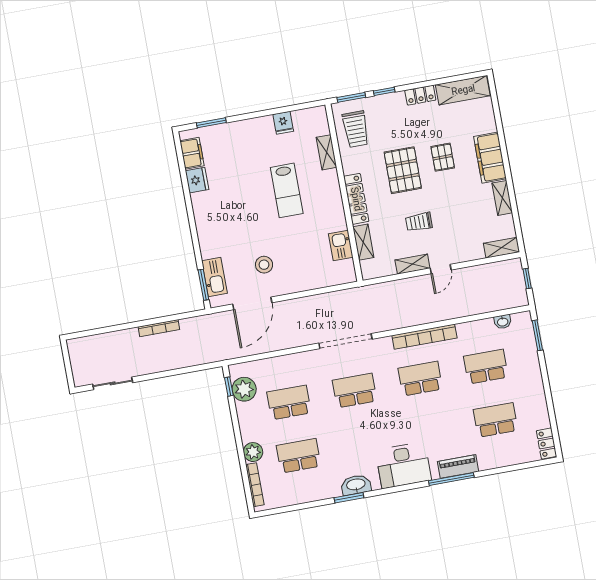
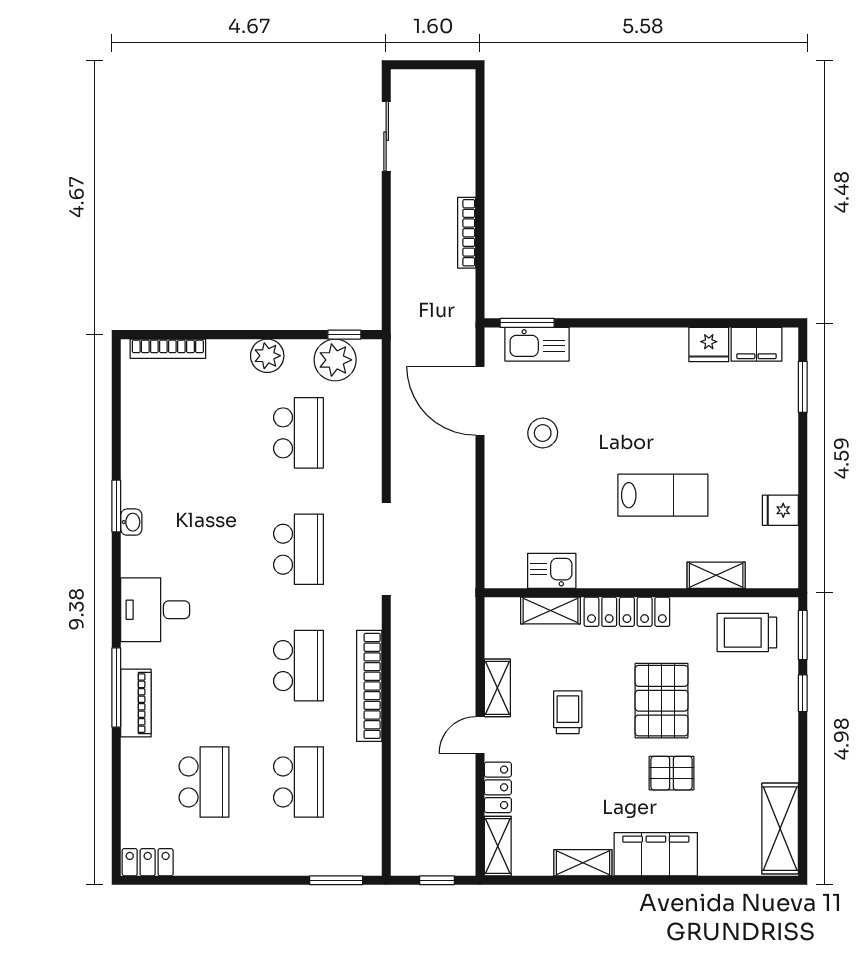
locker: (420, 95) -> (498, 787), moved, turned 180
pallet: (403, 170) -> (662, 701), turned 90
lab bench: (287, 190) -> (663, 495), turned 180
door: (441, 269) -> (480, 735), hinge flipped
washbasin: (503, 322) -> (370, 825), removed
plant: (253, 452) -> (267, 356), moved
school desk: (299, 456) -> (204, 433), removed
desk: (403, 465) -> (155, 610), width x0.73
washbasin: (356, 485) -> (131, 522), width x0.52, depth x0.69

